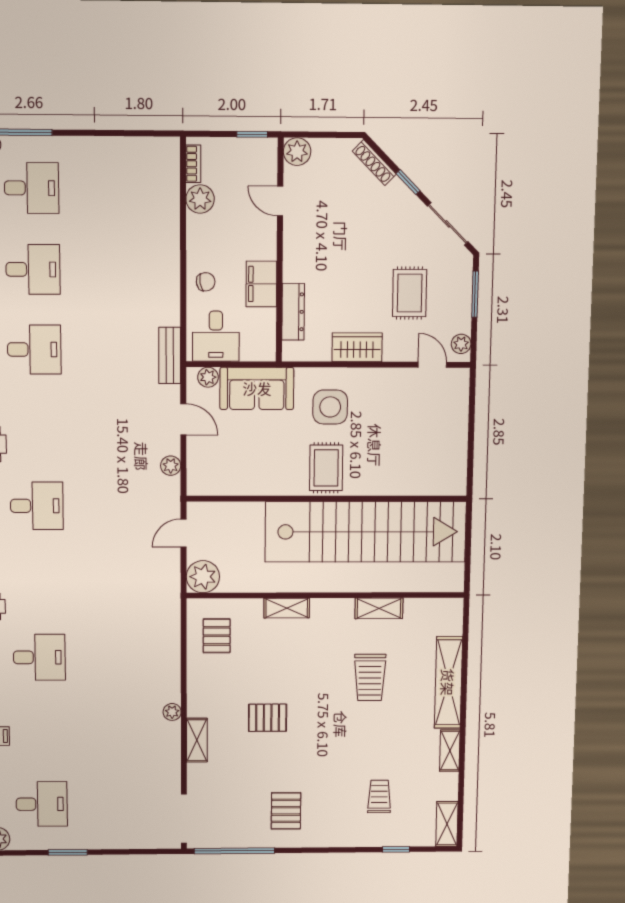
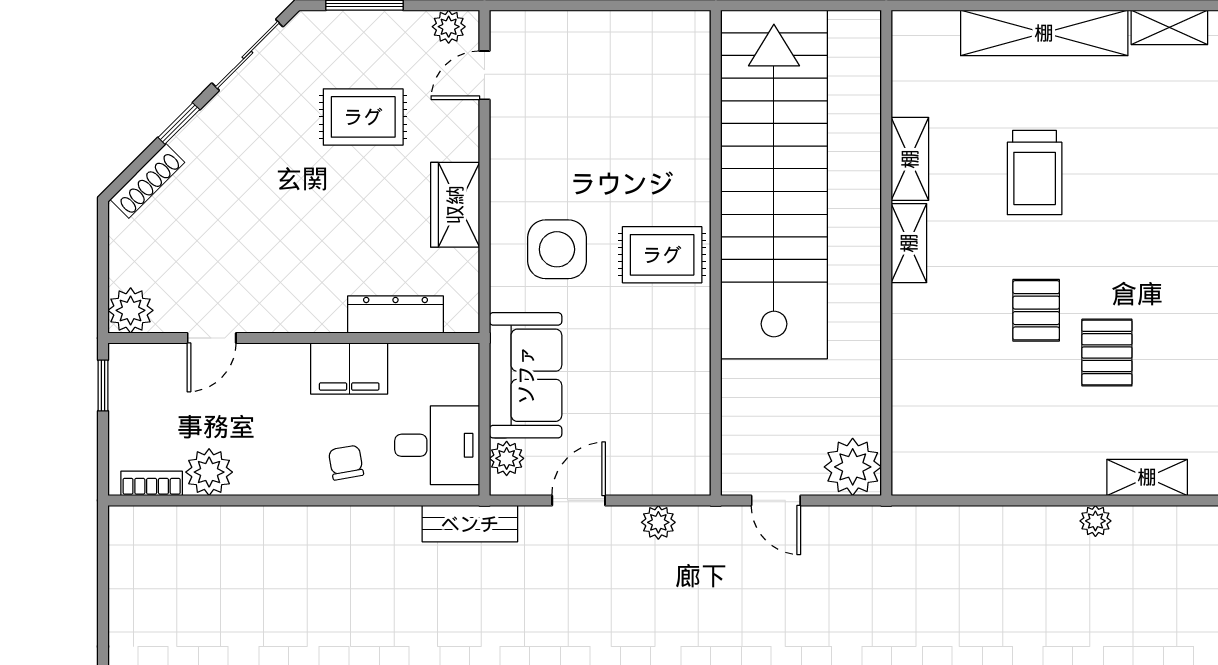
shelving: (287, 608) -> (909, 243), moved
pallet: (217, 636) -> (1036, 310), moved, turned 90
trolley: (370, 677) -> (1035, 173), turned 90

